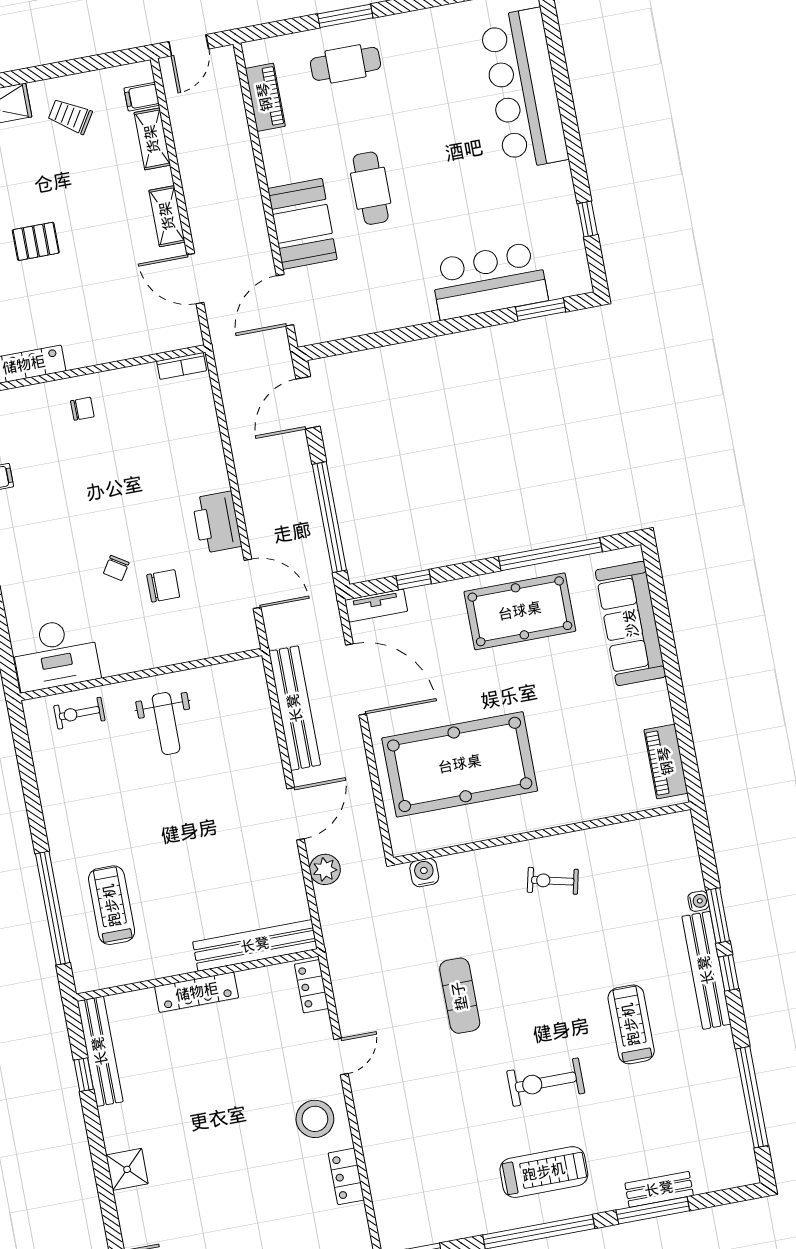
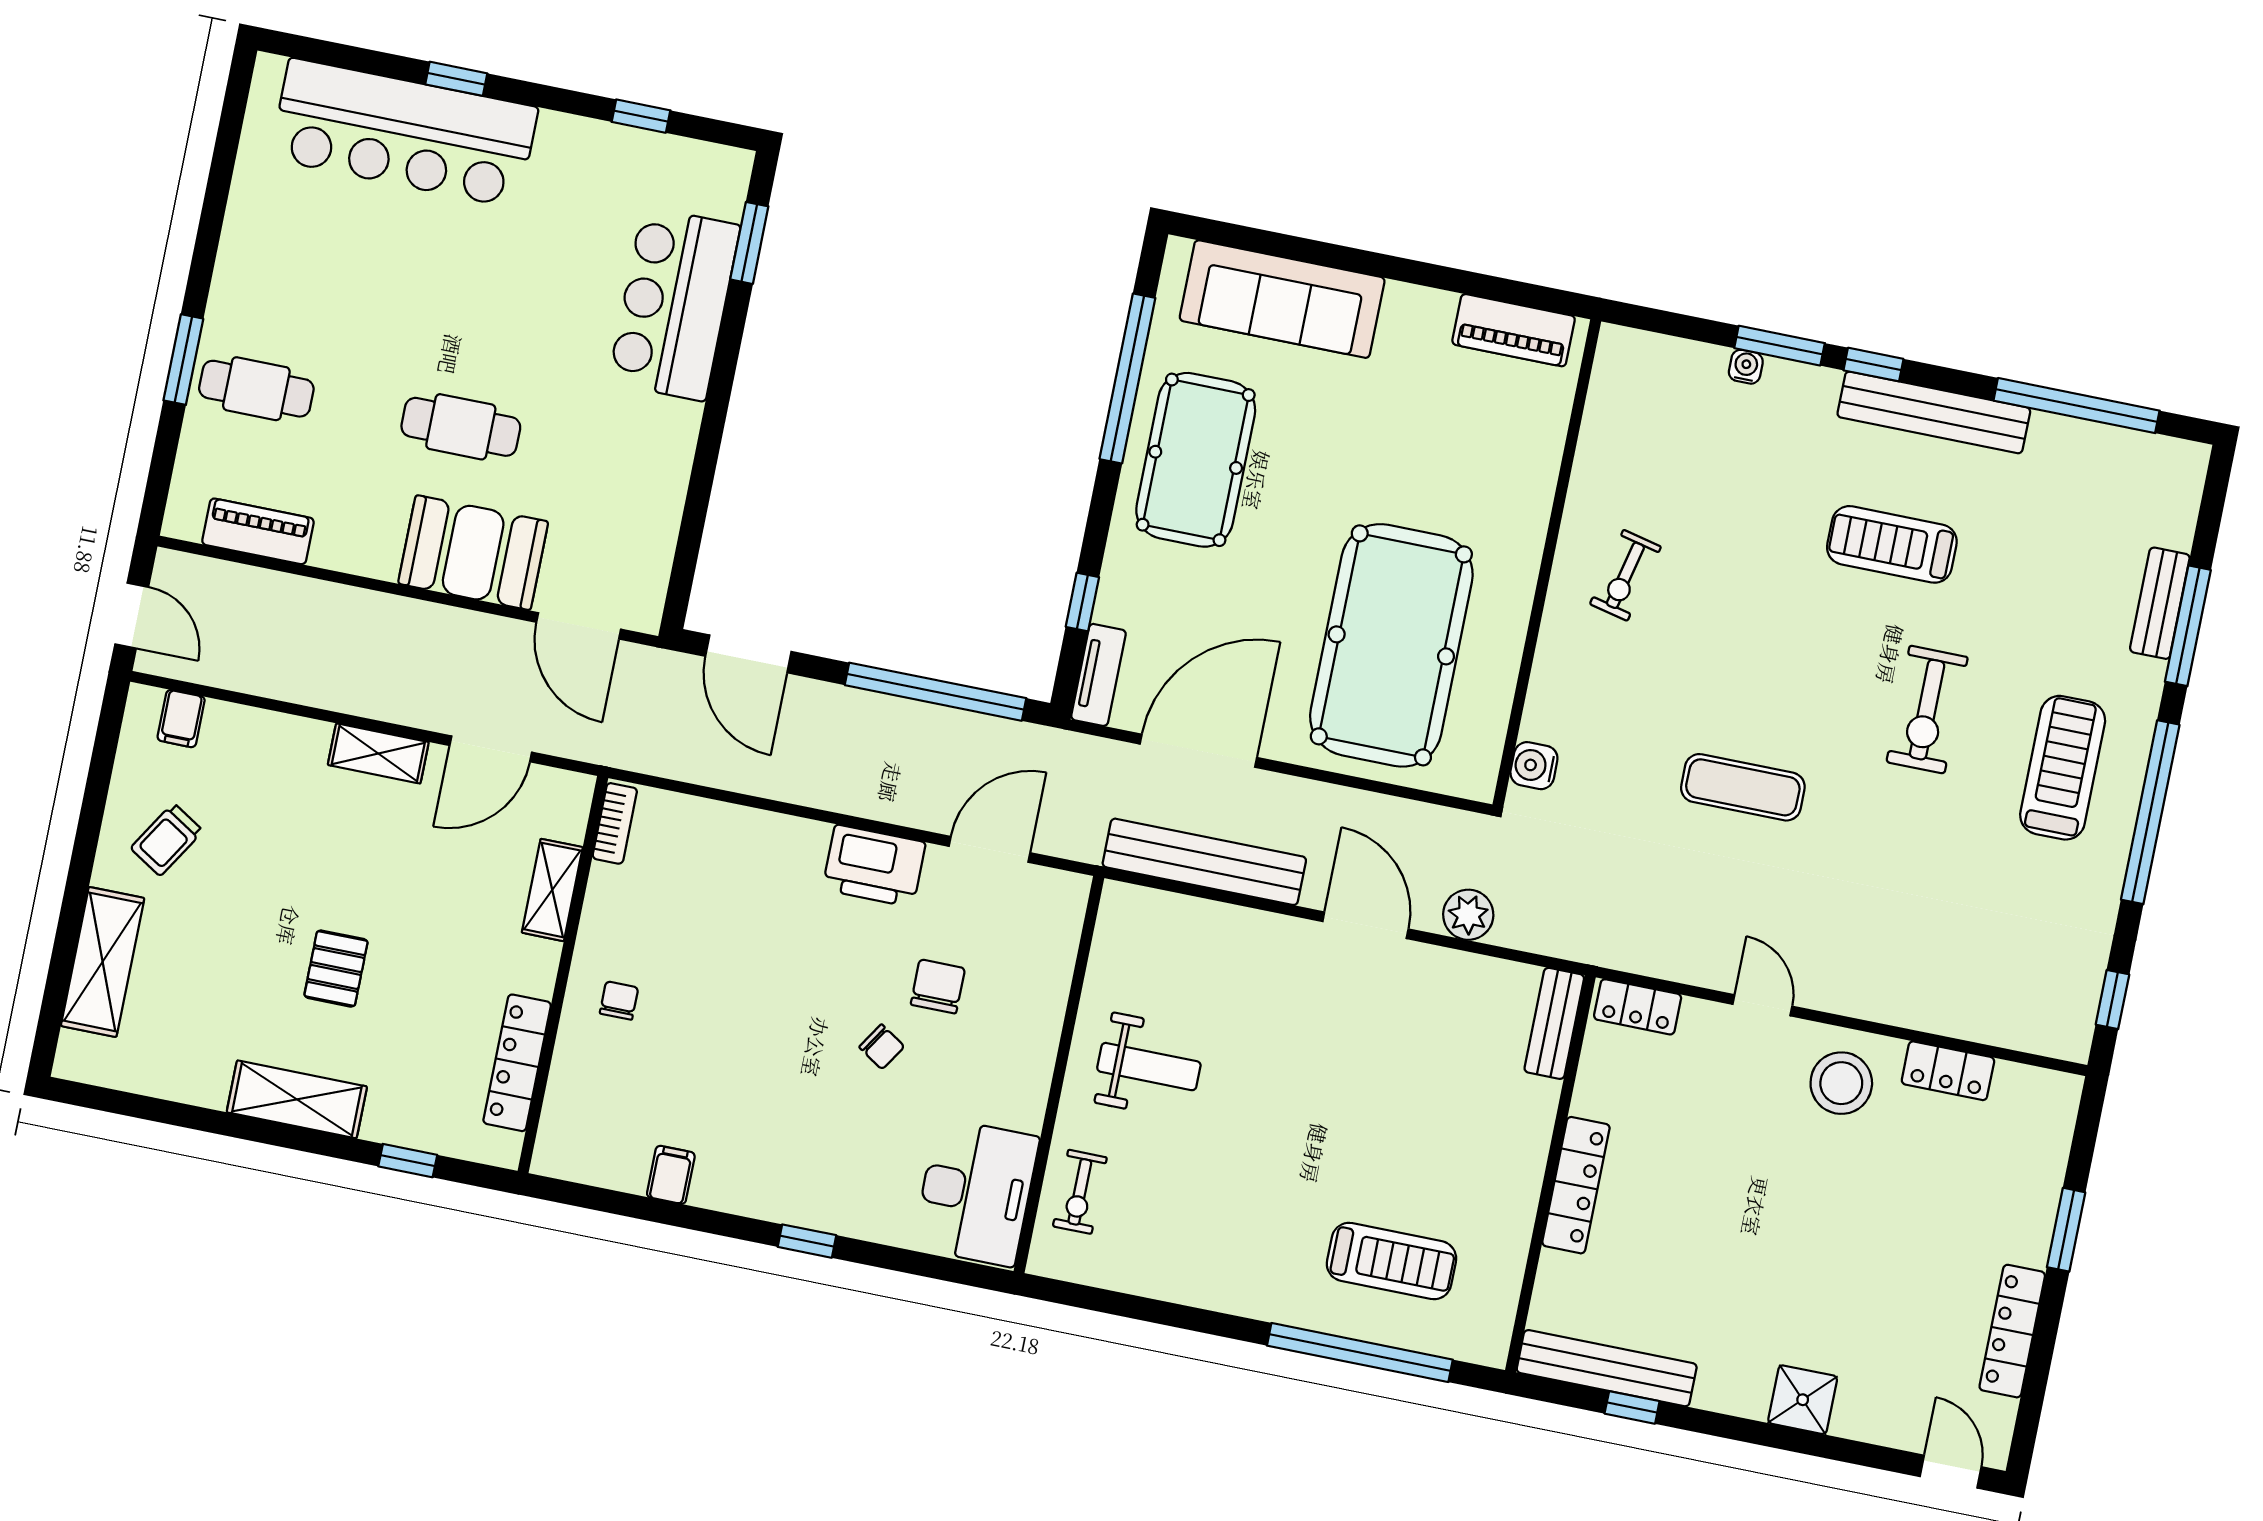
cafe table: (346, 64) -> (256, 389), turned 90
window: (566, 106) -> (456, 79), added
shelving: (152, 139) -> (552, 890), moved, turned 90
treadmill: (112, 905) -> (1391, 1261), turned 180
bench: (255, 945) -> (1554, 1023), width x0.54, depth x0.82
bench: (706, 970) -> (1934, 412), moved

